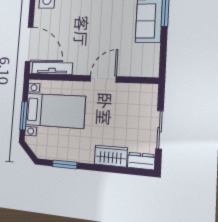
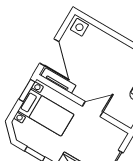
window: (24, 116) -> (27, 90), moved

